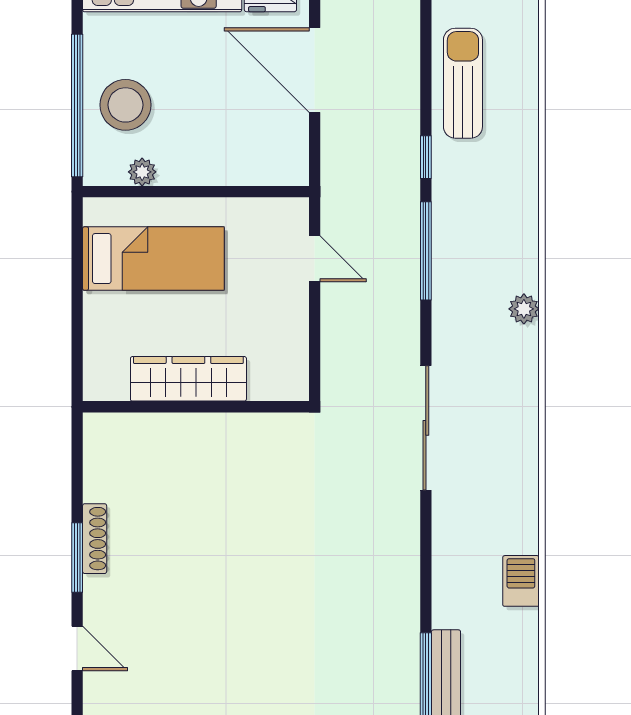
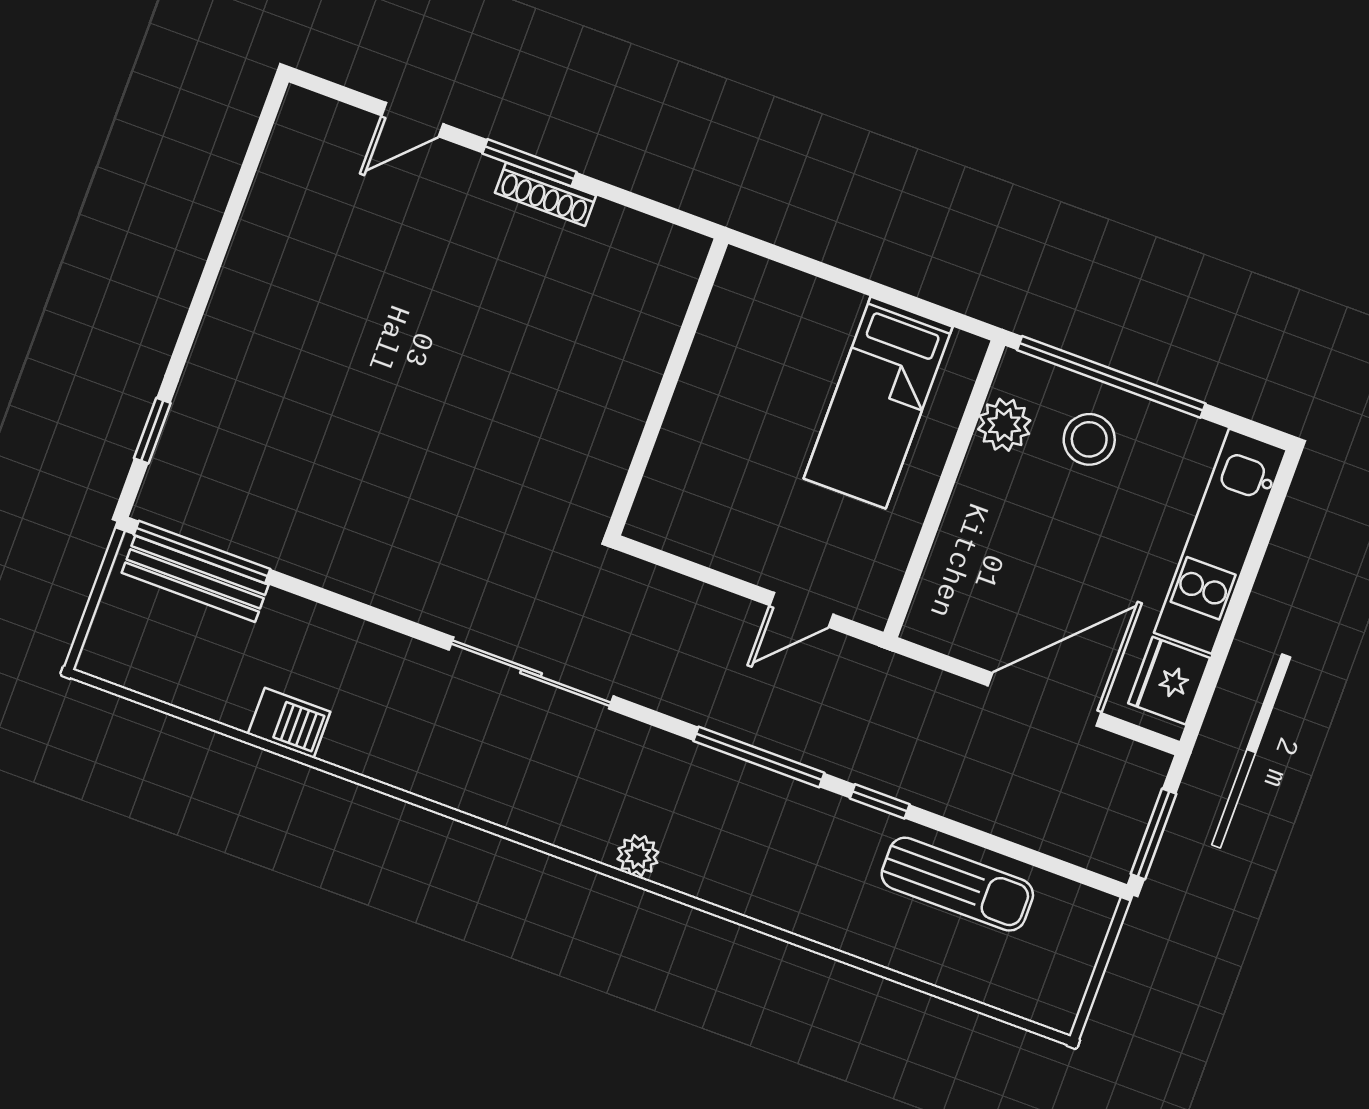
stool: (125, 105) -> (1089, 439), width x0.73, depth x0.73
plant: (142, 172) -> (1004, 425), width x1.38, depth x1.38
wardrobe: (188, 379) -> (707, 391), removed

